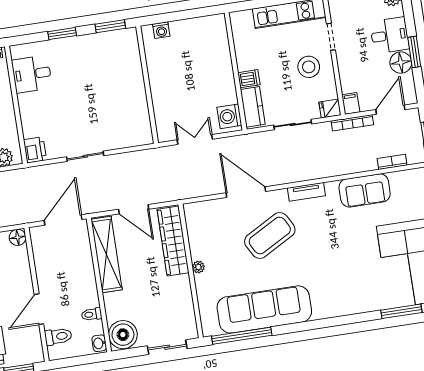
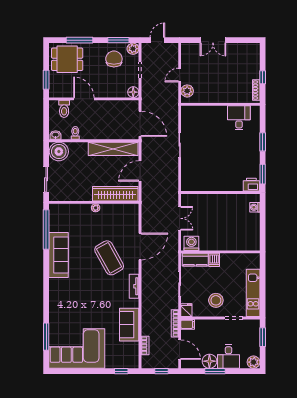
printer: (35, 150) -> (251, 185), moved, turned 180
sofa: (264, 309) -> (59, 255), width x0.74, depth x0.79

